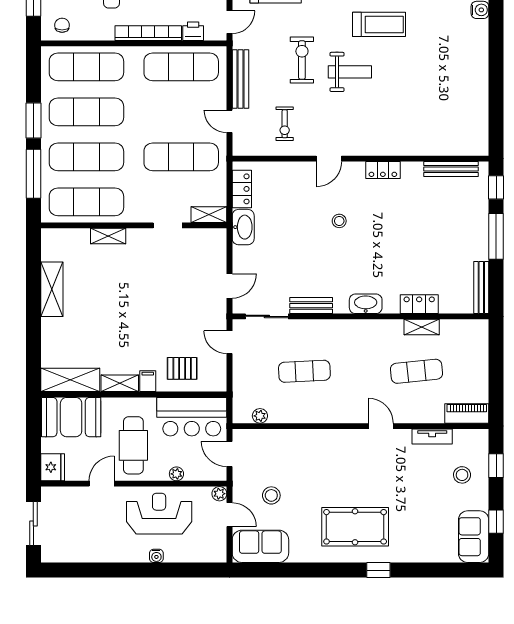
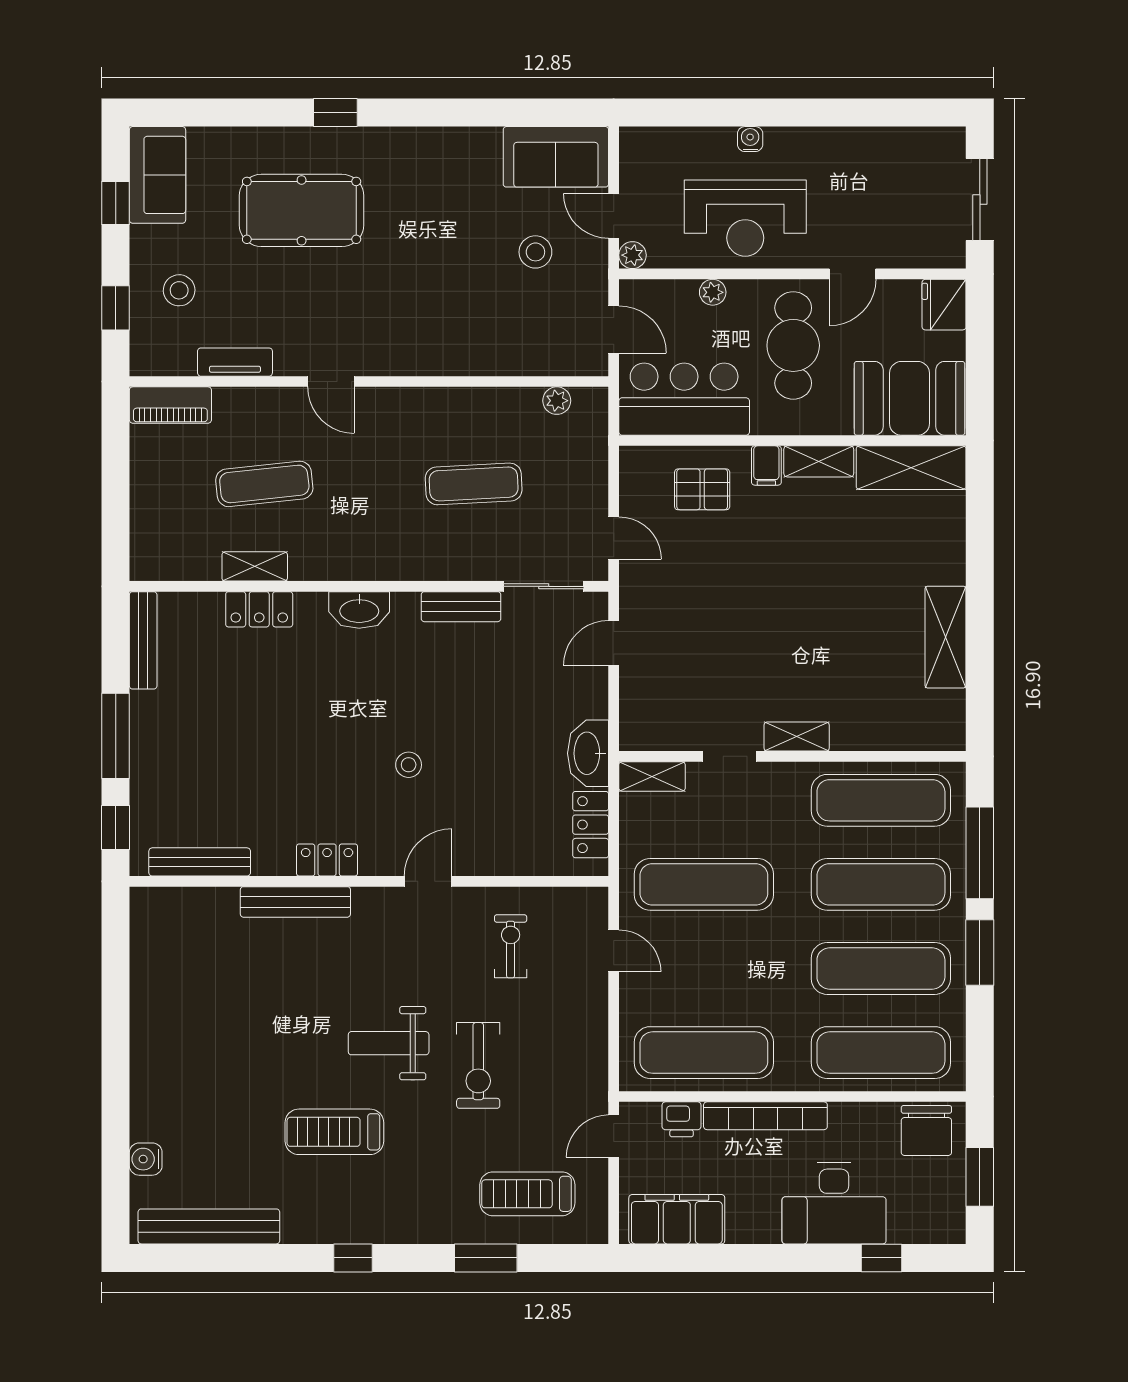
chair: (62, 25) -> (926, 1130), width x1.87, depth x1.87
bench: (240, 79) -> (295, 902), moved, turned 90
shelving: (108, 236) -> (797, 737), moved
pool table: (355, 527) -> (302, 210), moved

